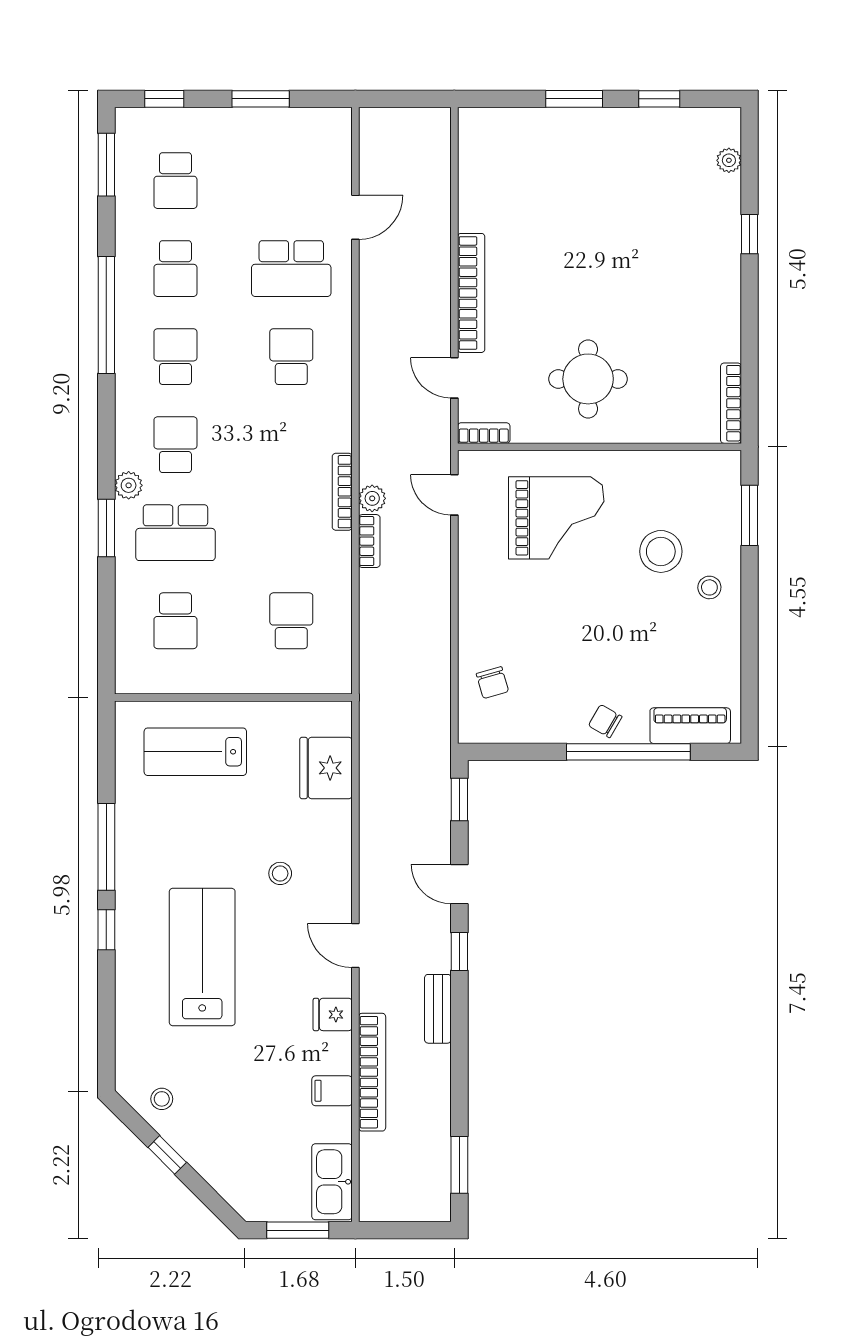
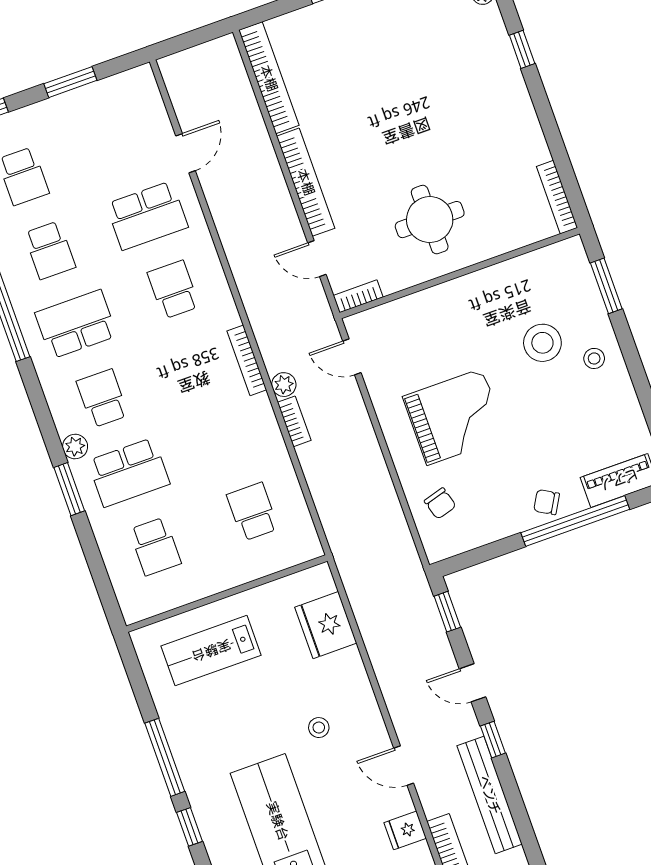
bookcase: (472, 169) -> (269, 78), added
school desk: (175, 357) -> (76, 324), width x1.85
bookcase: (342, 492) -> (247, 360), moved
grand piano: (556, 518) -> (455, 417), moved
bench: (438, 1009) -> (490, 795), width x1.86, depth x1.21

